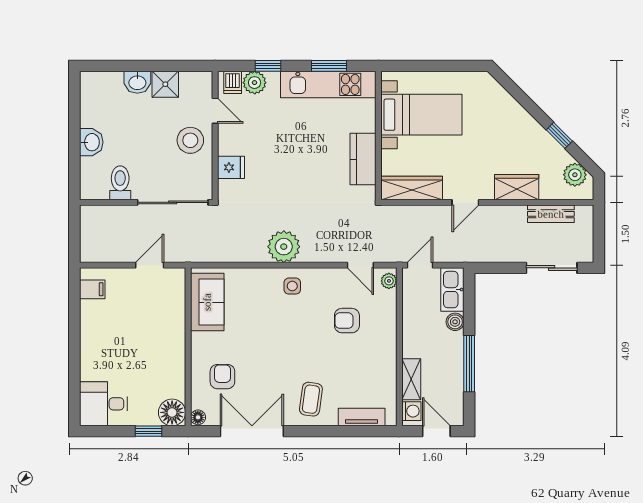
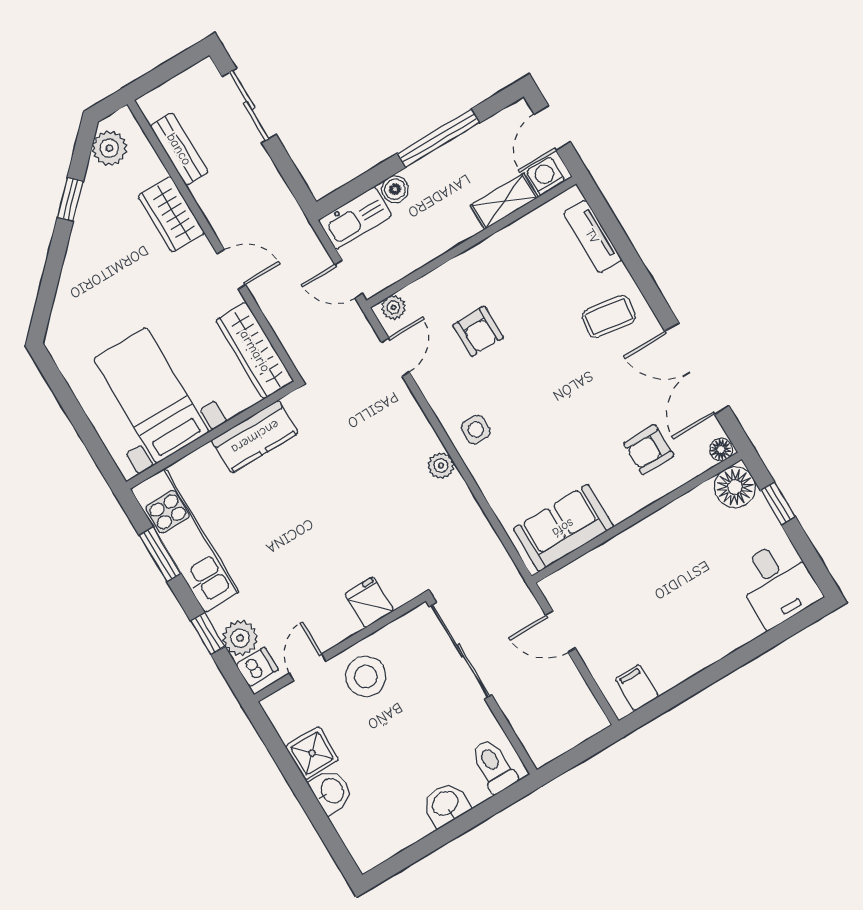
toilet: (120, 183) -> (494, 766), moved, turned 90
plant: (284, 247) -> (441, 466), width x0.53, depth x0.53

